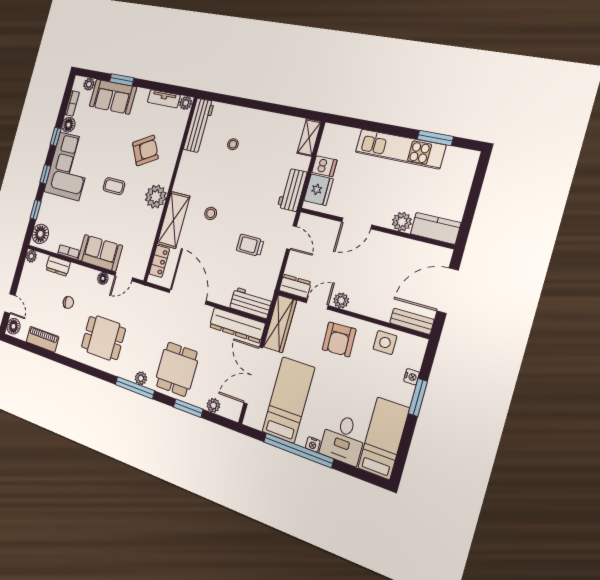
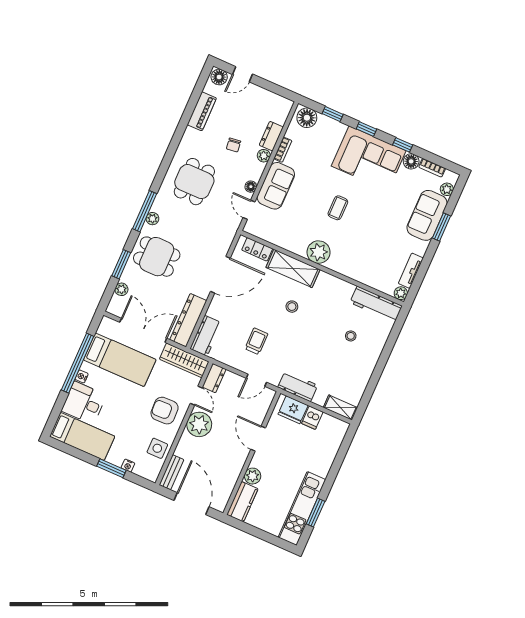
kitchen unit: (400, 149) -> (302, 508), moved
armchair: (145, 151) -> (365, 246), removed
plant: (31, 256) -> (264, 156), moved
plant: (341, 301) -> (199, 424), width x1.87, depth x1.87

